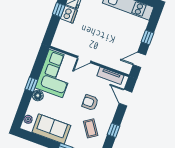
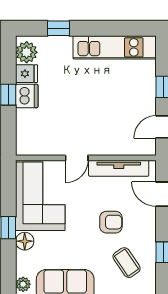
tv unit: (110, 76) -> (119, 168), width x1.41
armchair: (90, 103) -> (111, 222), turned 180

